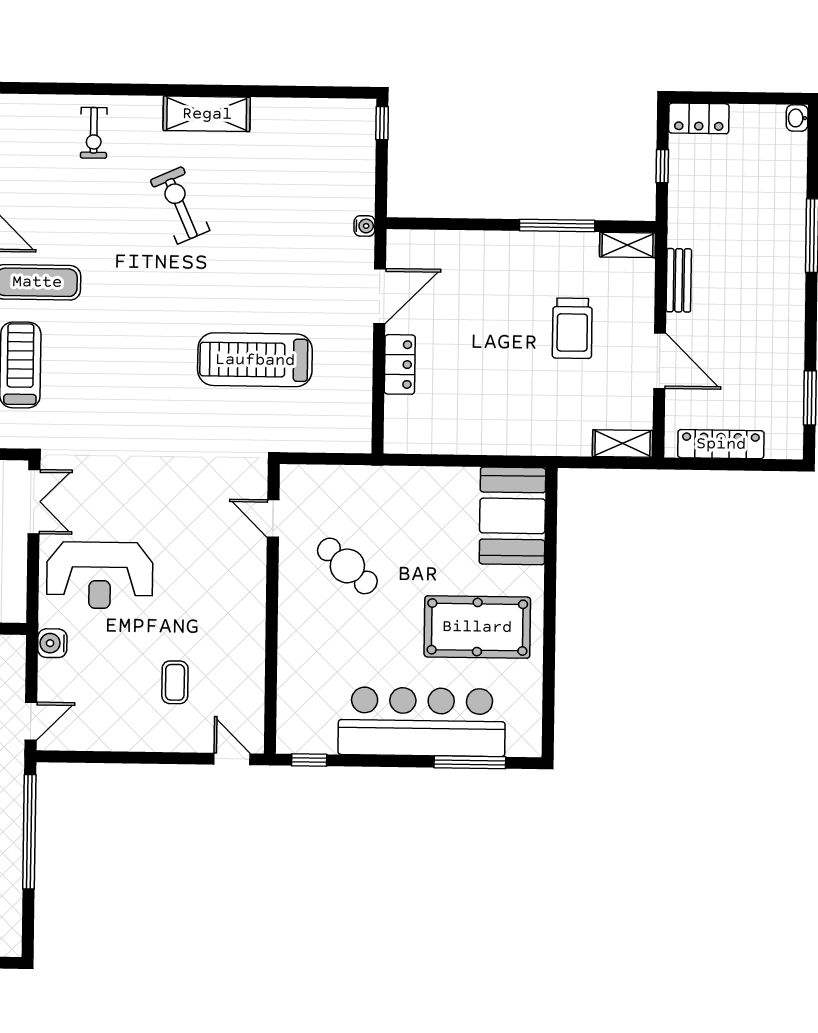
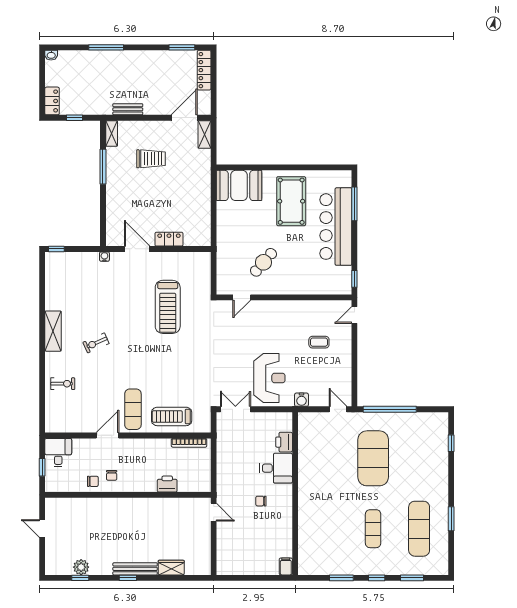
exercise bike: (180, 205) -> (96, 343), width x0.73, depth x0.72
door: (660, 361) -> (184, 118), moved
locker: (721, 444) -> (204, 70), moved

